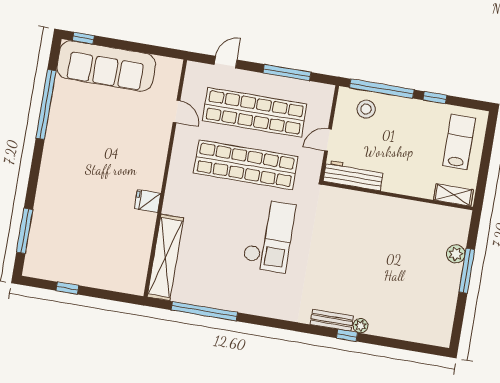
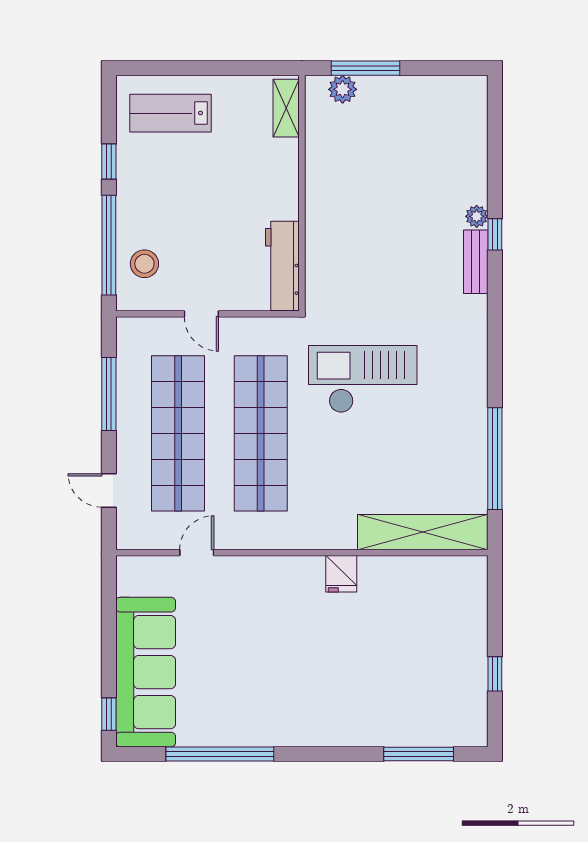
workbench: (353, 175) -> (282, 266), moved
shelving: (453, 195) -> (286, 108), moved
wall: (398, 196) -> (302, 193), moved

